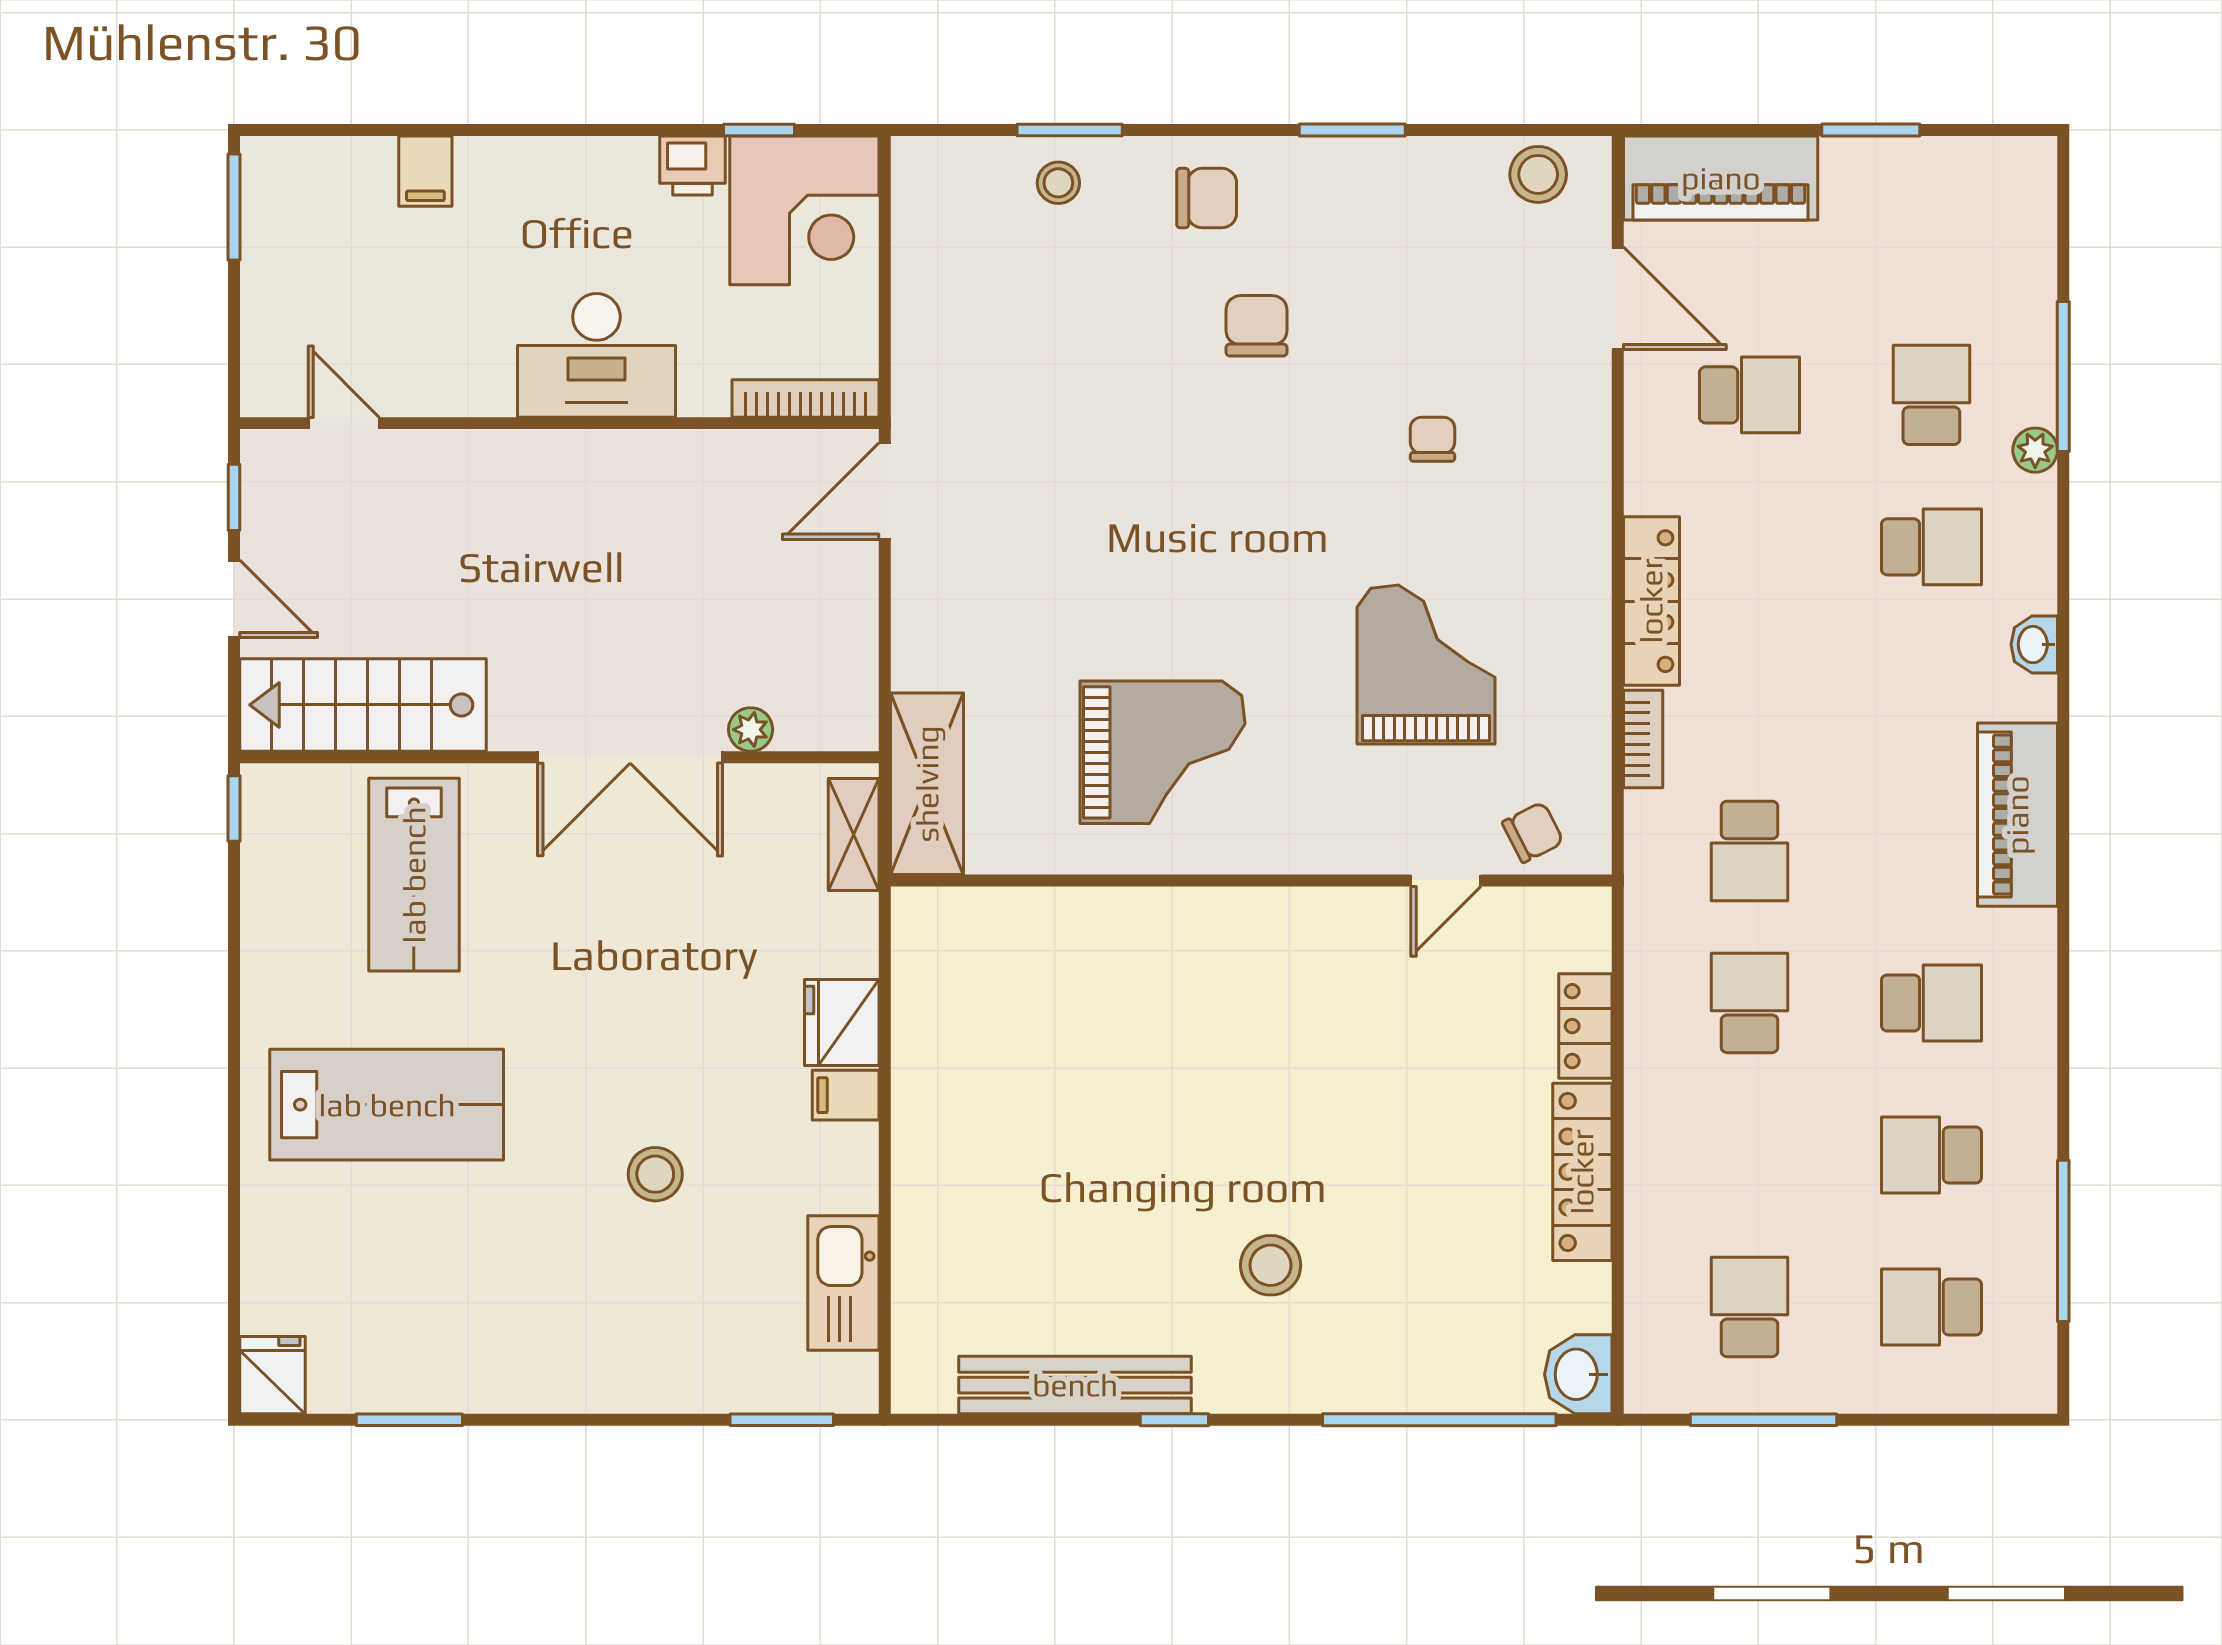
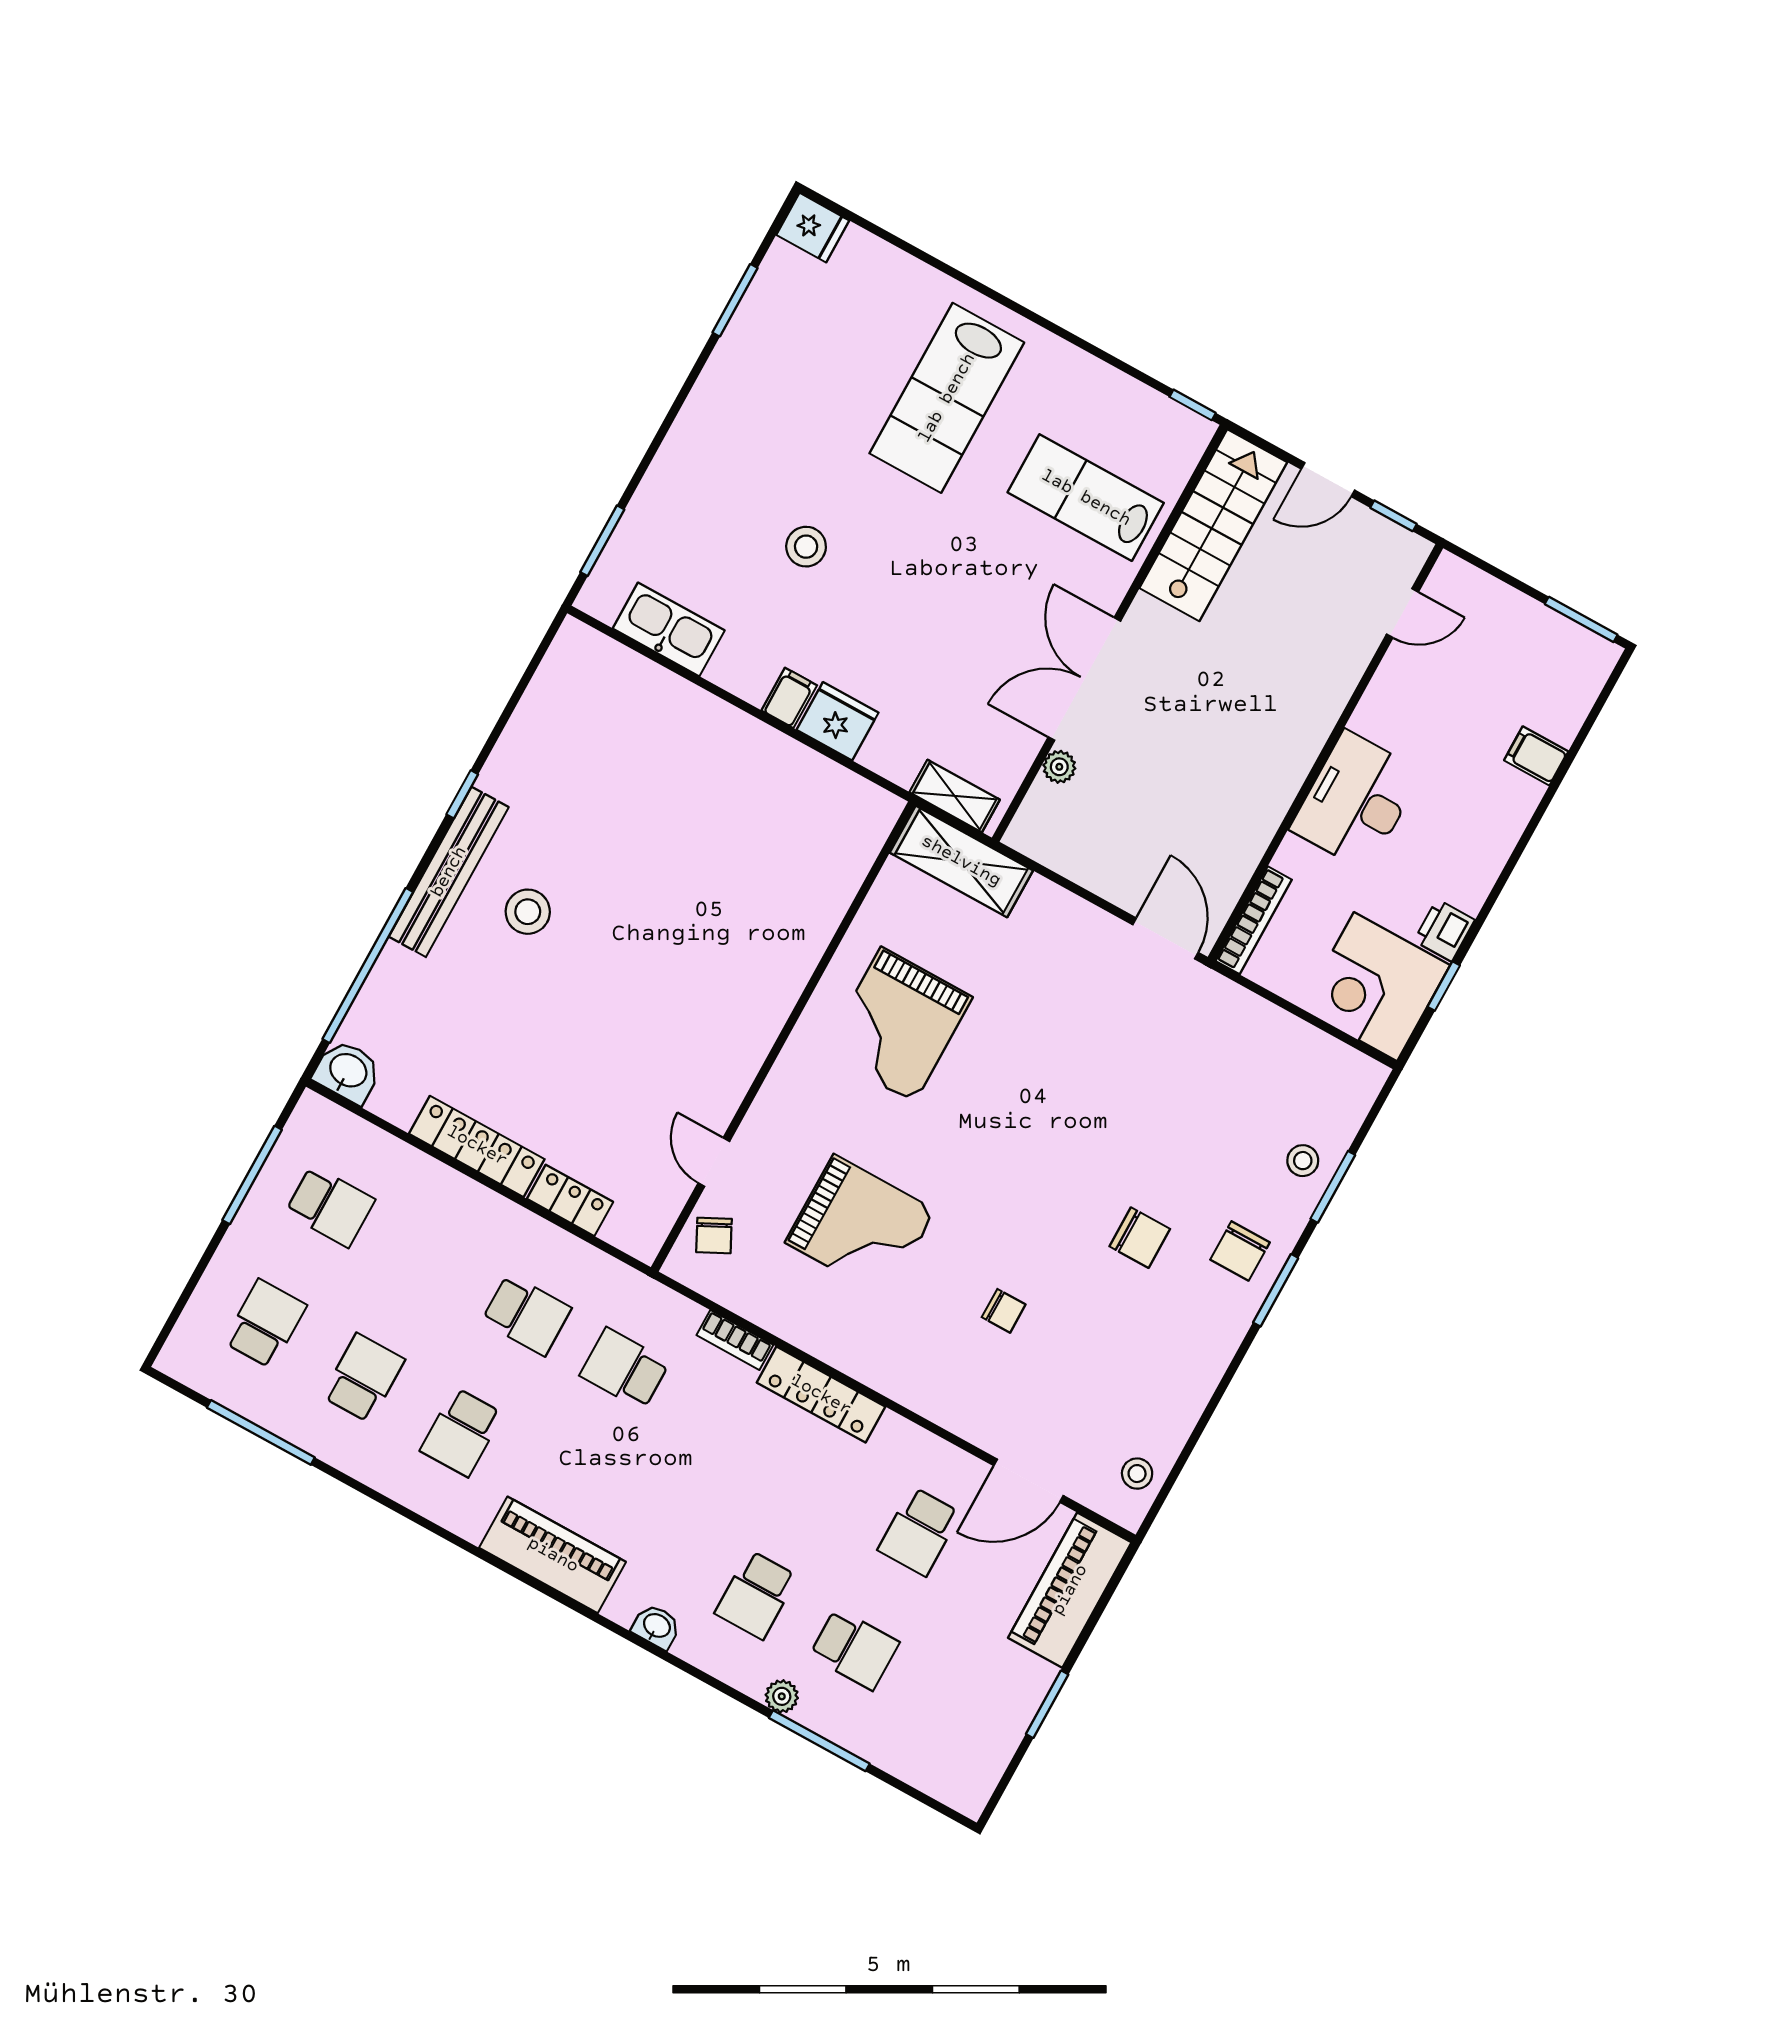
window: (1352, 130) -> (1276, 1290), moved
stool: (1538, 174) -> (1137, 1474), width x0.73, depth x0.73
bench: (1075, 1385) -> (449, 872), moved

